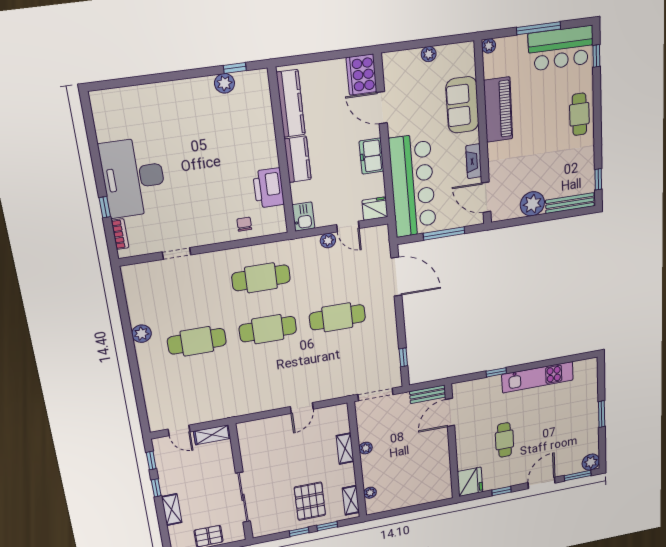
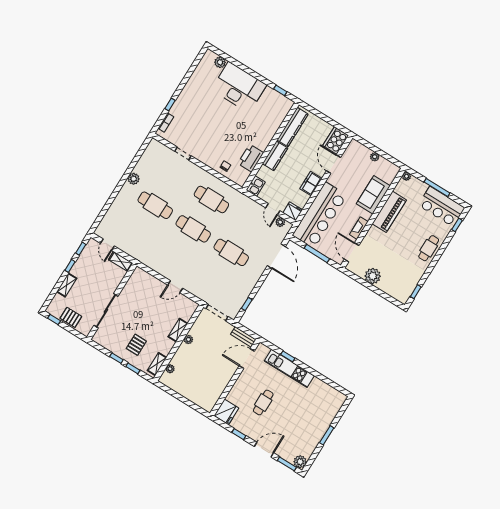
plant: (225, 83) -> (220, 62), moved
desk: (133, 178) -> (239, 87), moved, turned 90
bench: (570, 203) -> (392, 292), removed
plant: (328, 241) -> (280, 222), moved
kitchen unit: (538, 377) -> (289, 368), moved
pallet: (310, 501) -> (136, 345), width x0.67, depth x0.71

